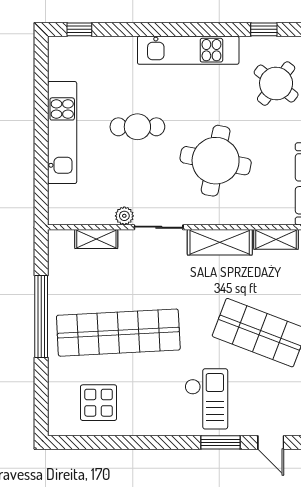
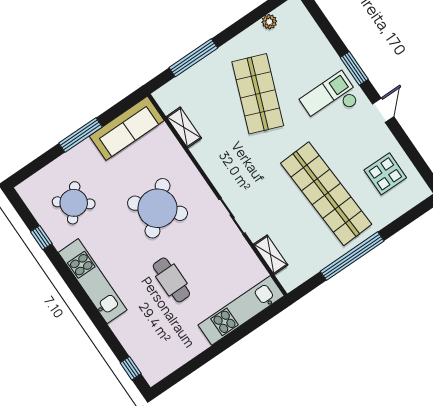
kitchen unit: (62, 133) -> (241, 310), moved
round table: (216, 161) -> (158, 208), turned 36
plant: (124, 216) -> (241, 246), removed
shelving: (220, 242) -> (213, 166), removed
door: (271, 442) -> (383, 110), moved

